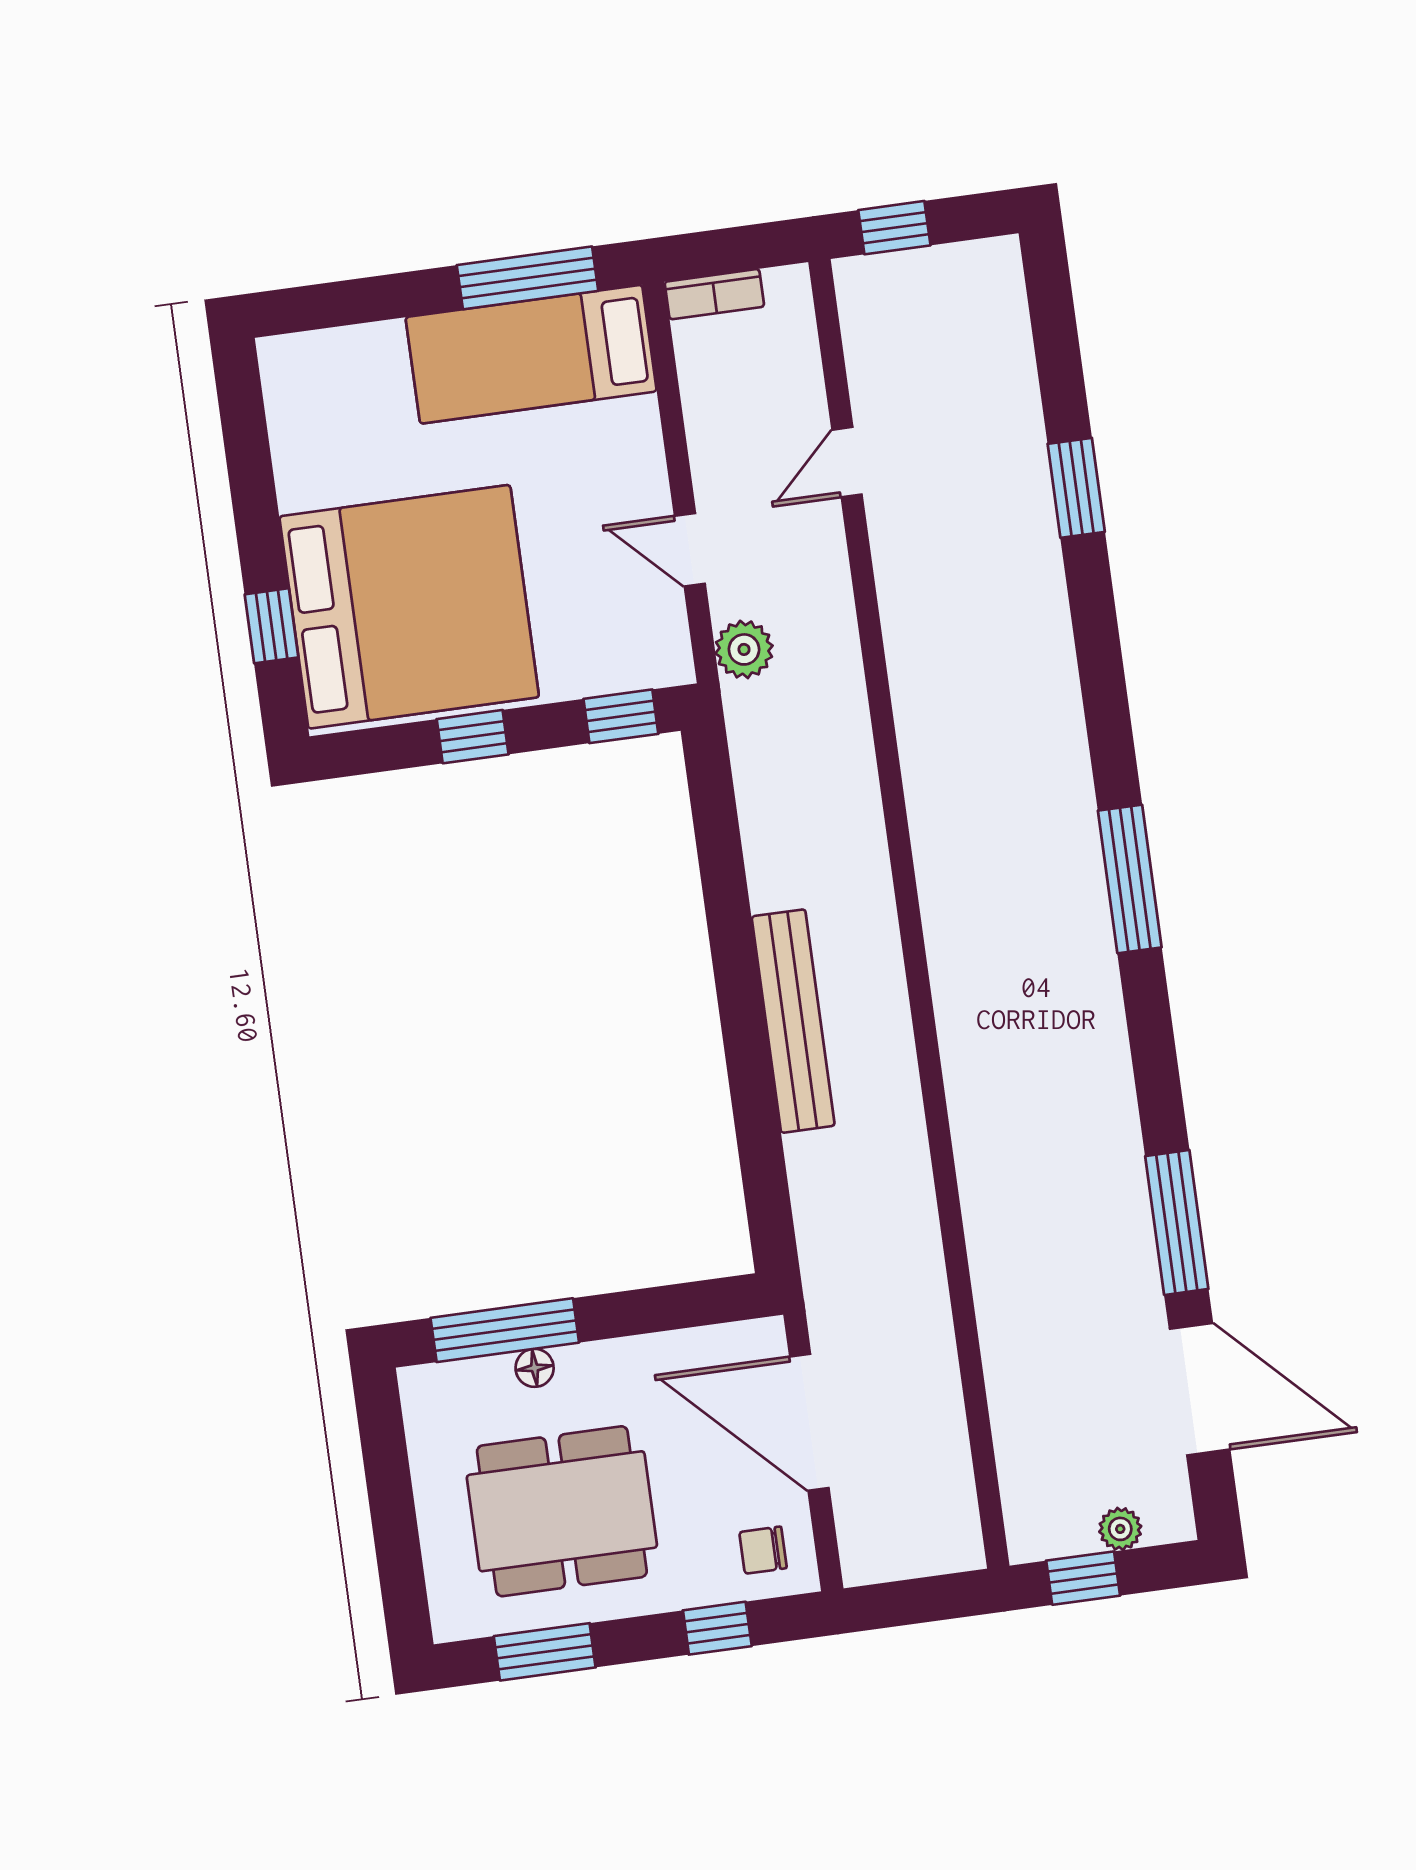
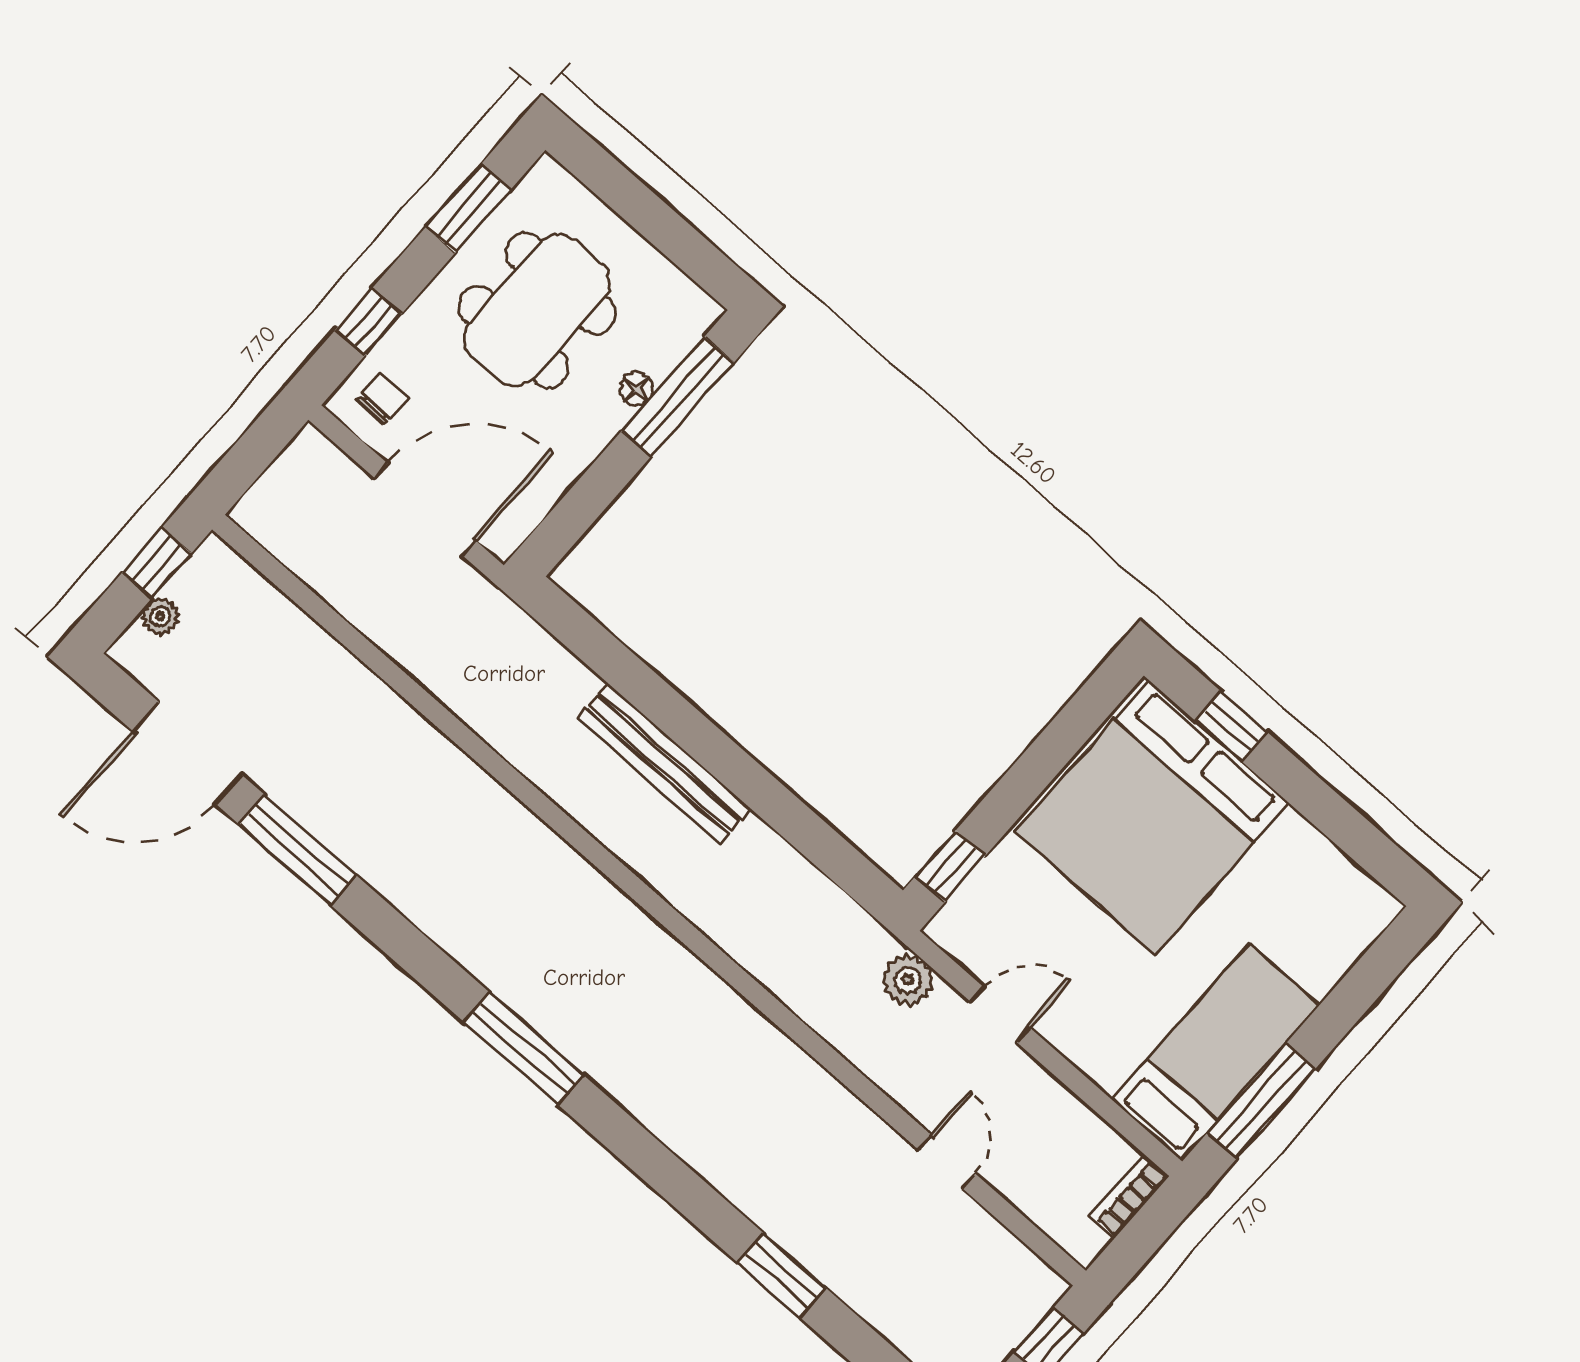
window: (473, 737) -> (1036, 768), removed

